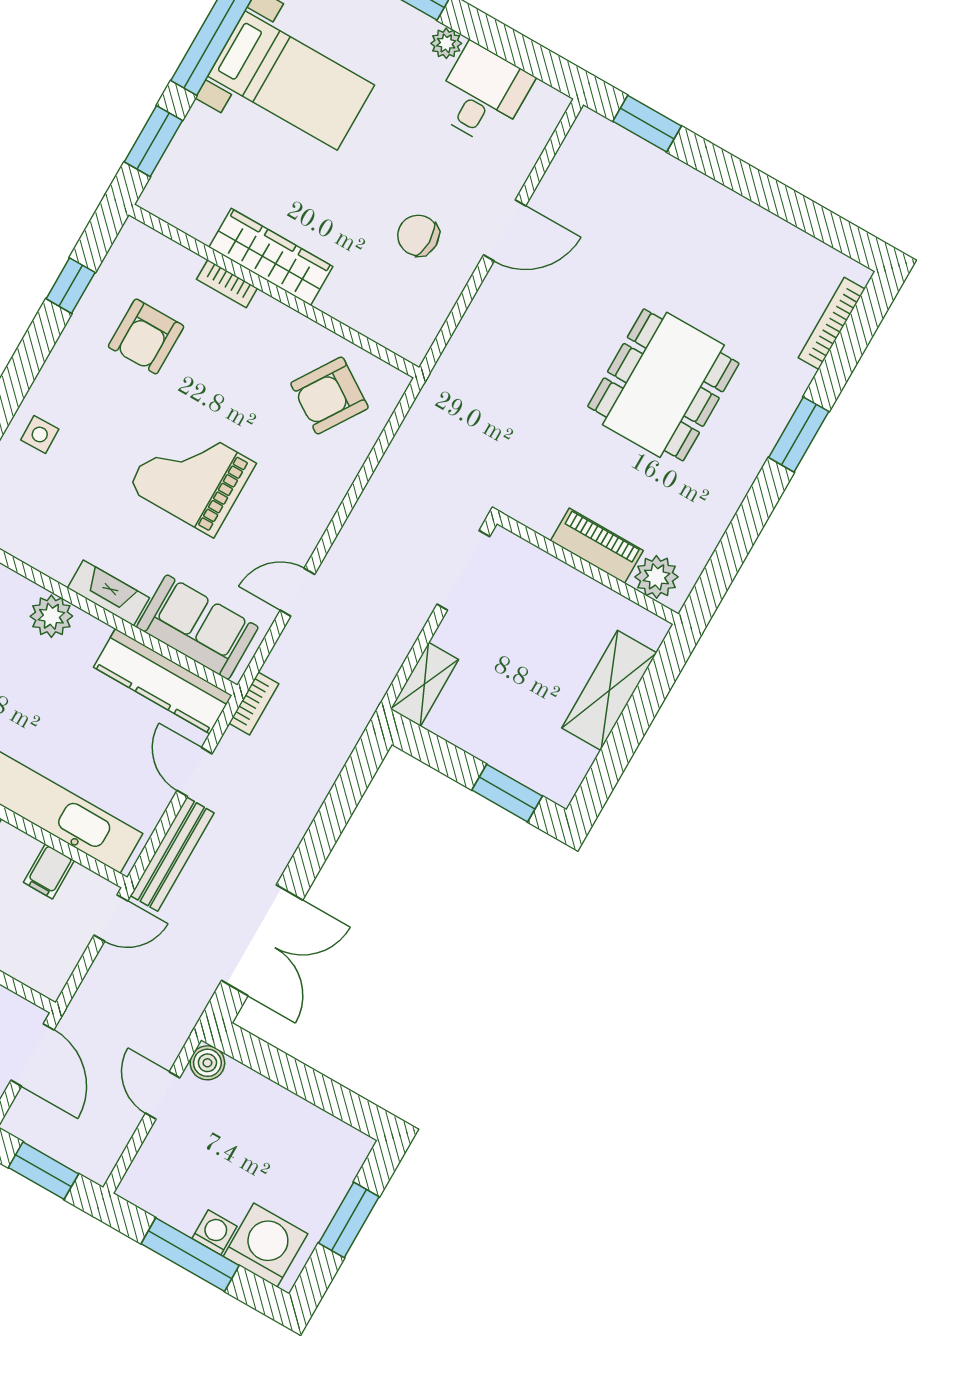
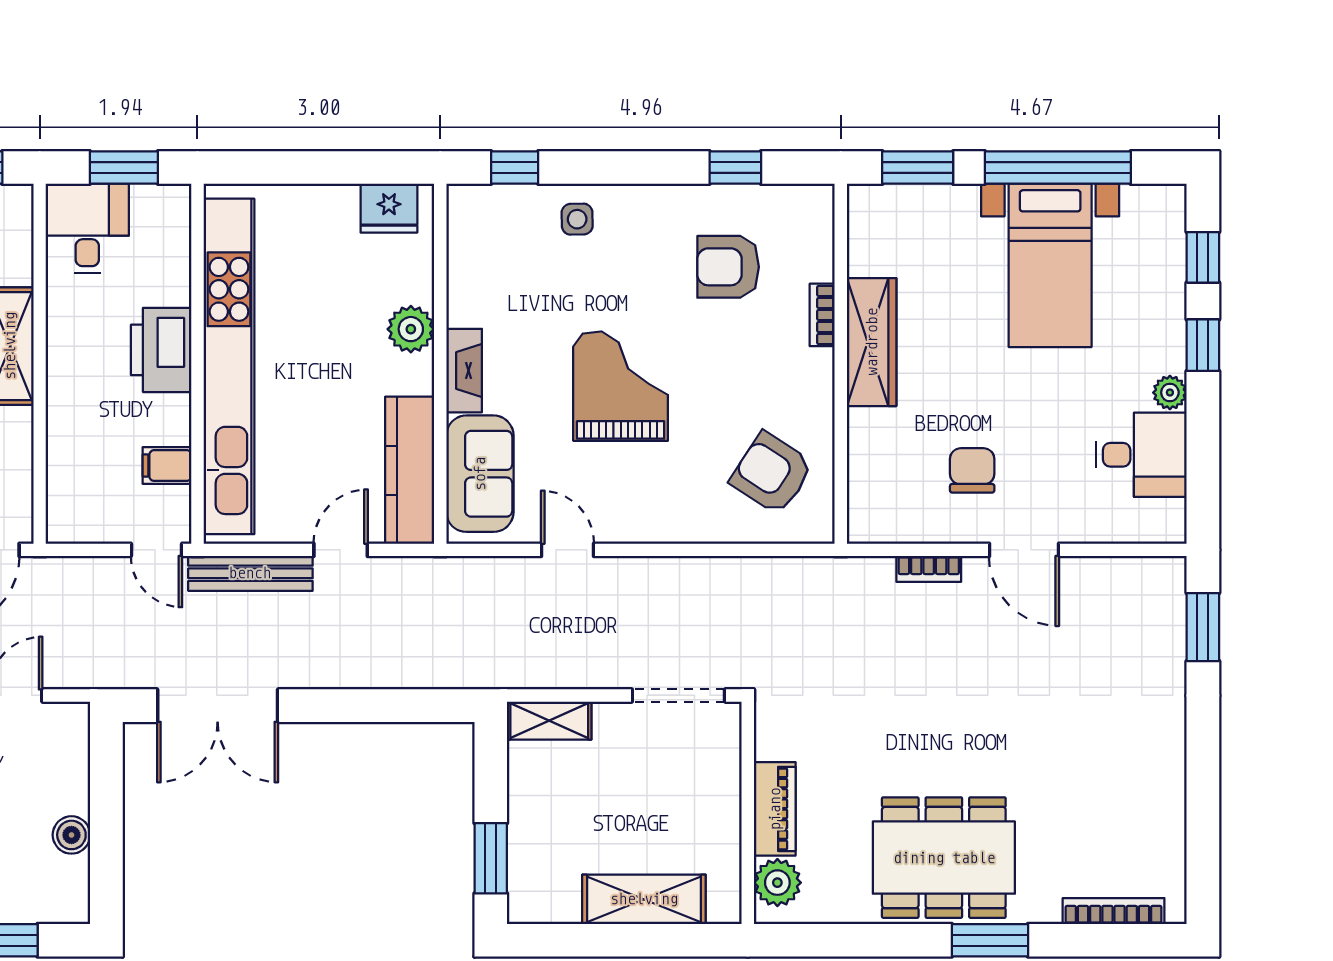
dining table: (663, 385) -> (944, 858), moved
bookcase: (254, 703) -> (929, 569), moved
boiler: (207, 1063) -> (71, 835), moved

